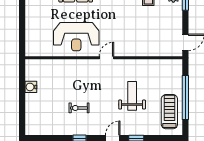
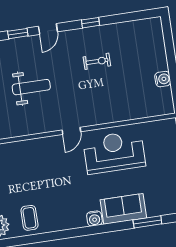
weight bench: (132, 96) -> (31, 87), turned -90

